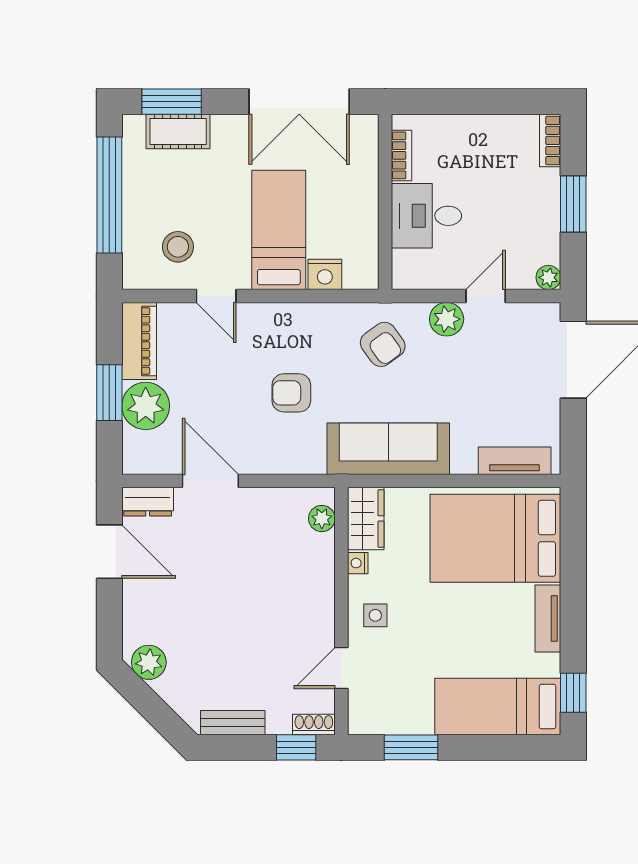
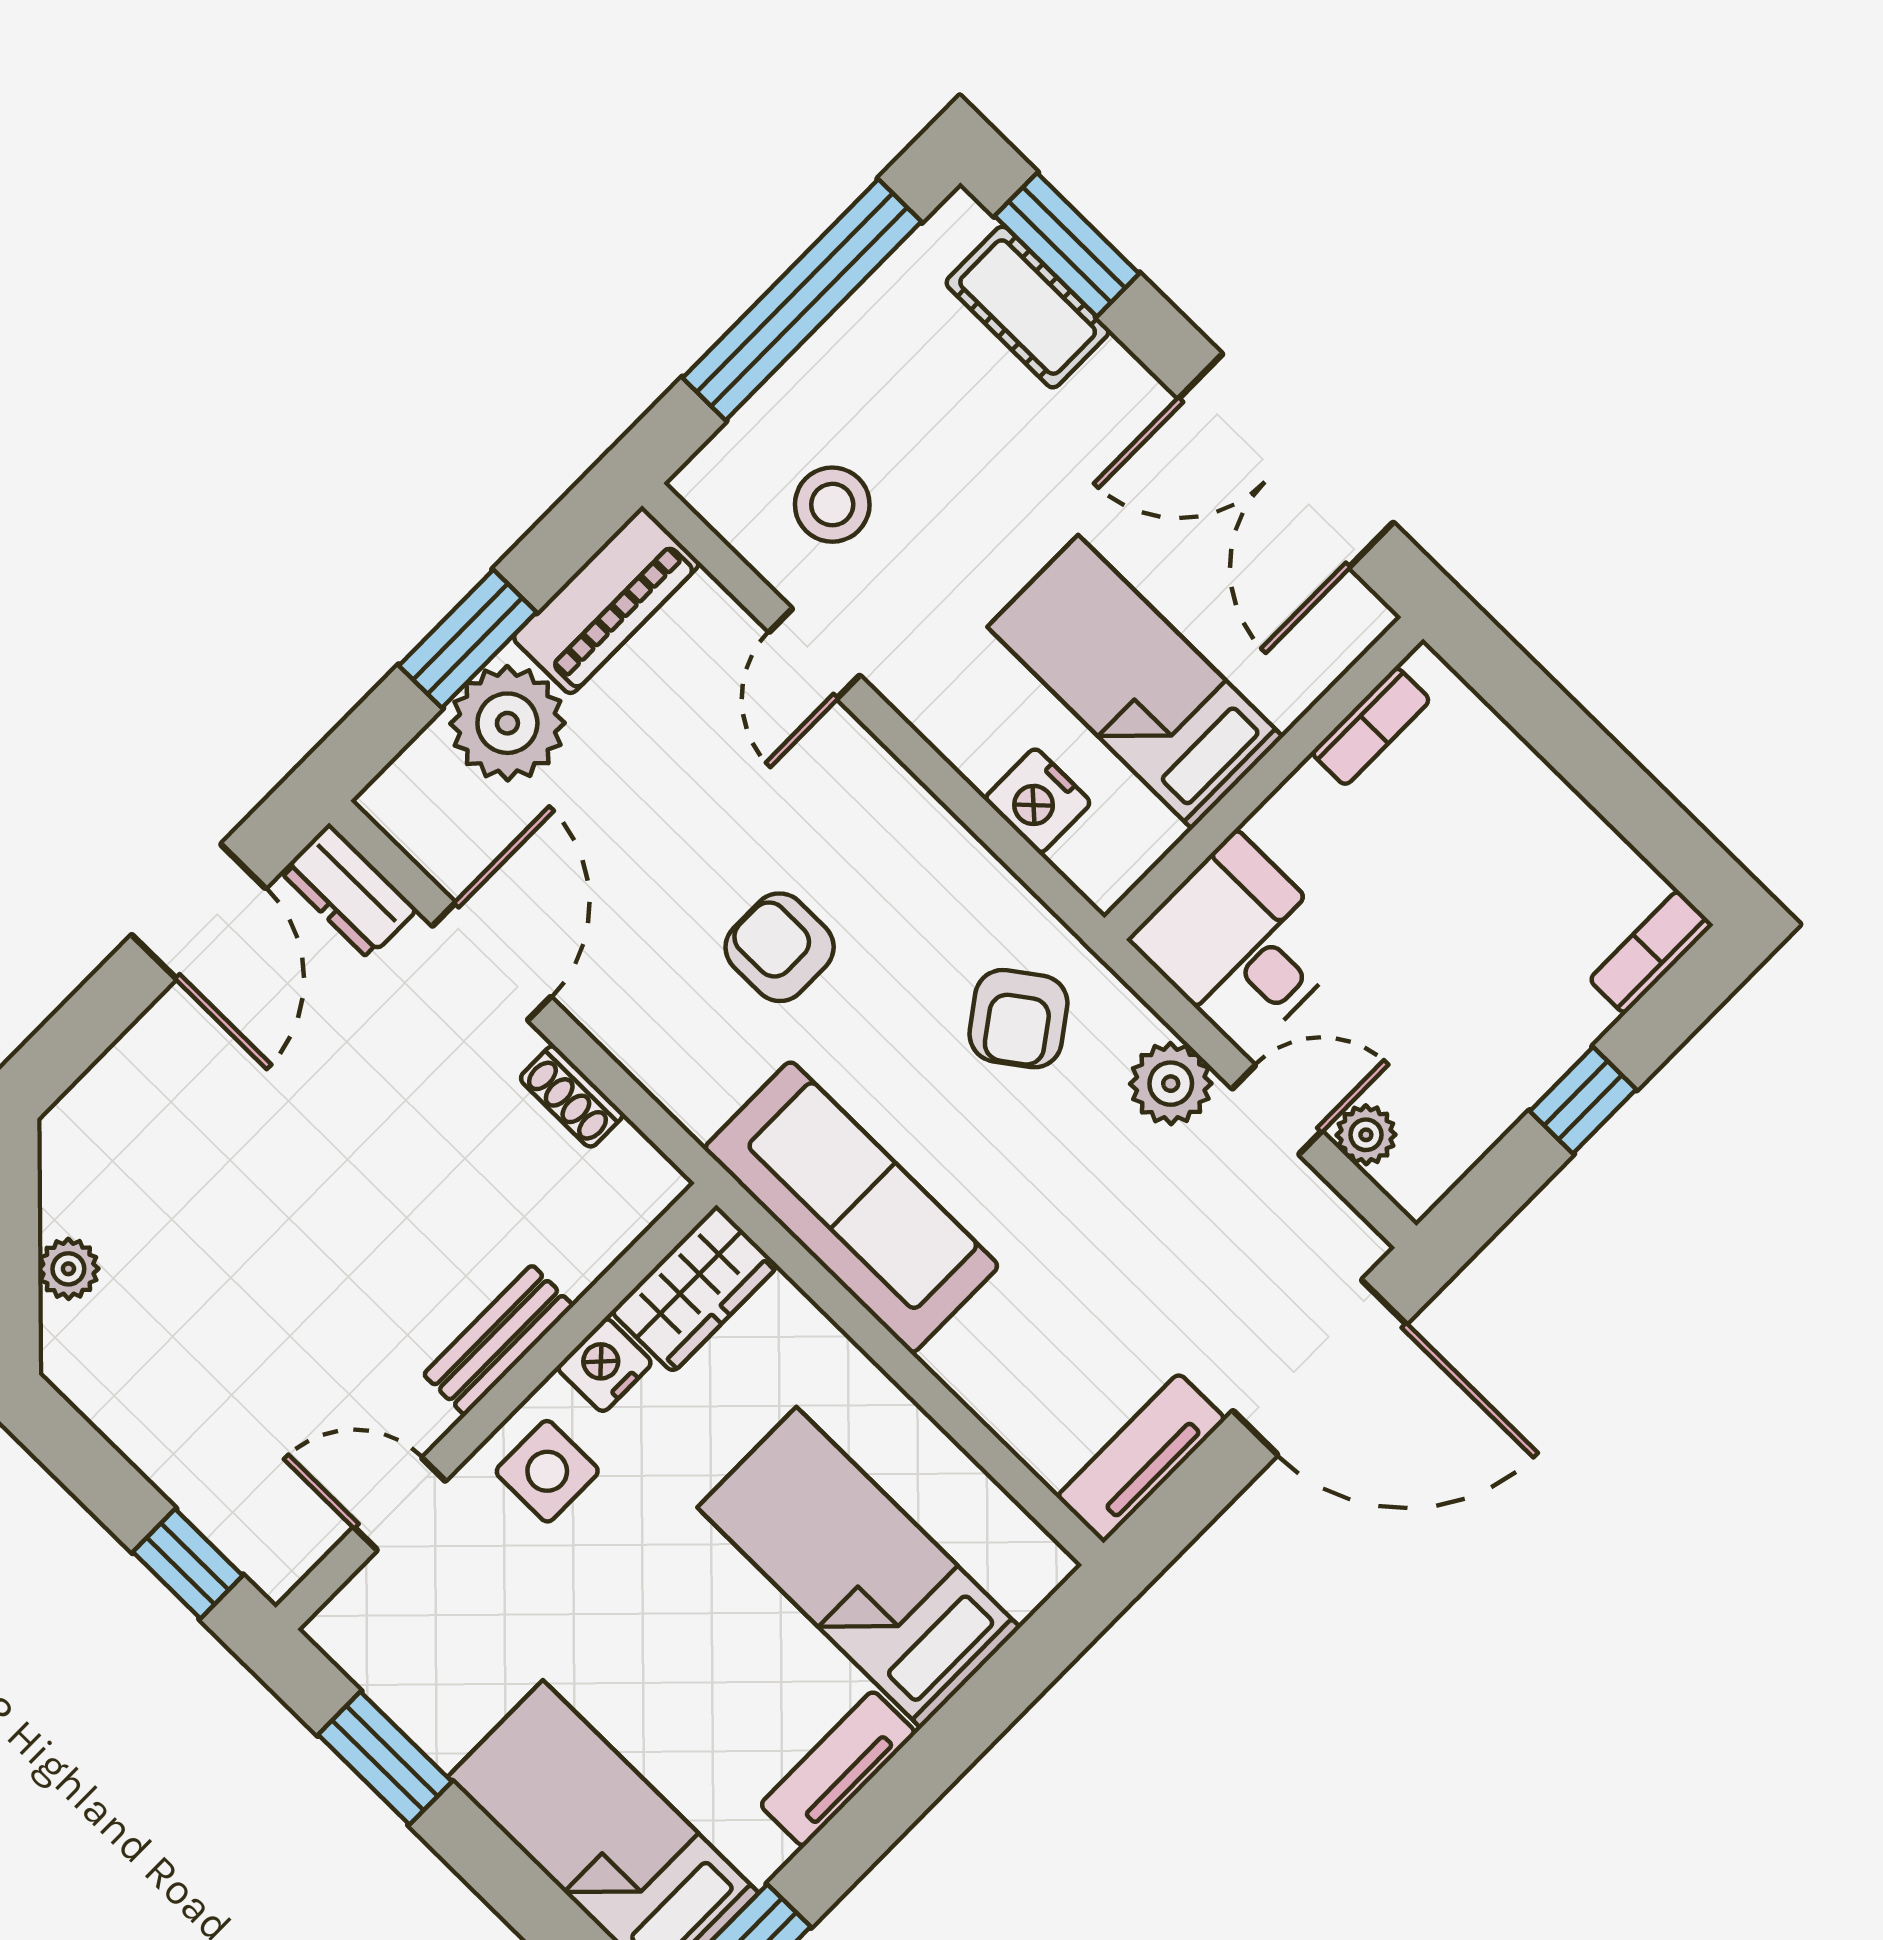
window: (573, 204) -> (1583, 1100), width x0.67
desk: (426, 216) -> (1241, 943), moved
bed: (279, 230) -> (1135, 682), moved, turned -90
plant: (548, 277) -> (1366, 1135), moved
tv unit: (515, 461) -> (1141, 1458), moved, turned -90
plant: (322, 519) -> (619, 1214), removed
bed: (495, 538) -> (859, 1568), width x0.67
nightstand: (358, 563) -> (605, 1365), width x1.39, depth x1.35
side table: (375, 615) -> (547, 1471), width x1.37, depth x1.37
plant: (149, 662) -> (68, 1269), moved, width x0.73, depth x0.73
bench: (233, 723) -> (498, 1340), moved, turned 90
shoe rack: (314, 725) -> (572, 1096), moved, turned 180

